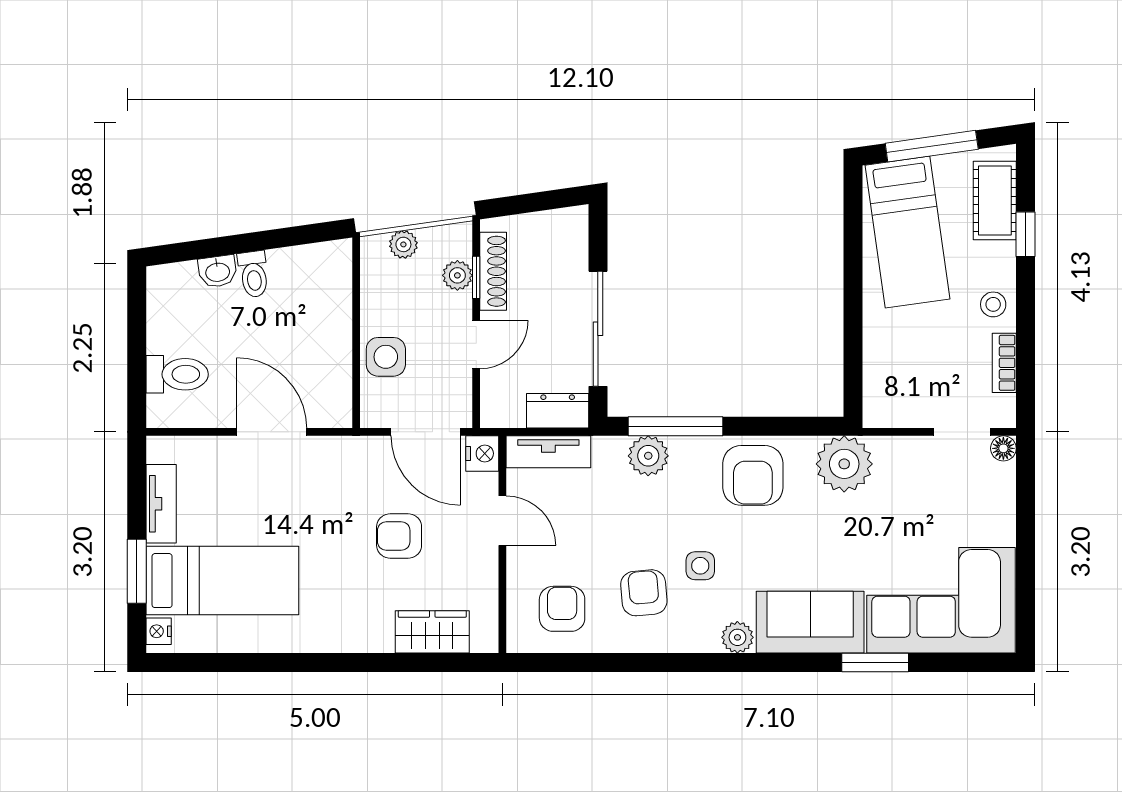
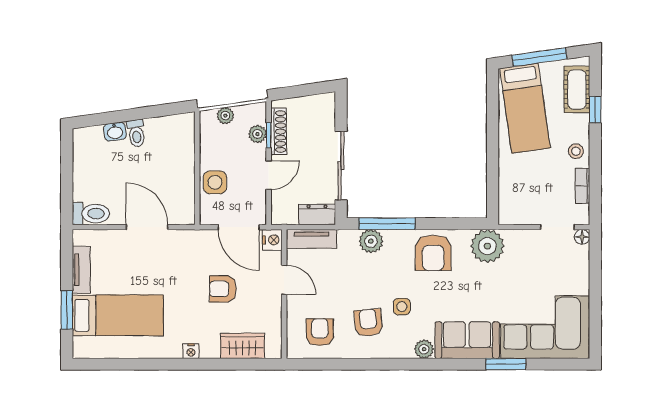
toilet: (177, 374) -> (91, 214), moved
nightstand: (159, 631) -> (191, 351), moved, turned -90

